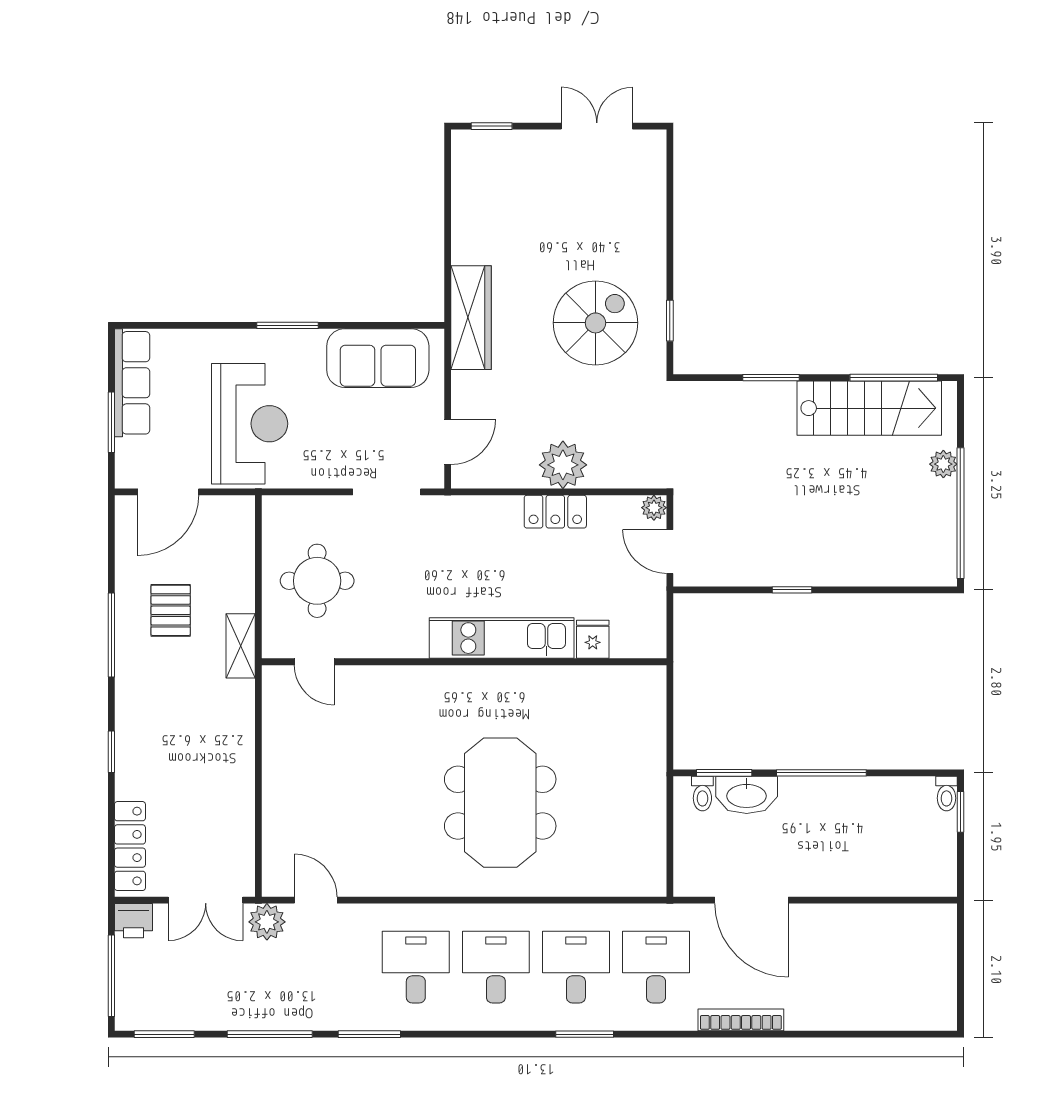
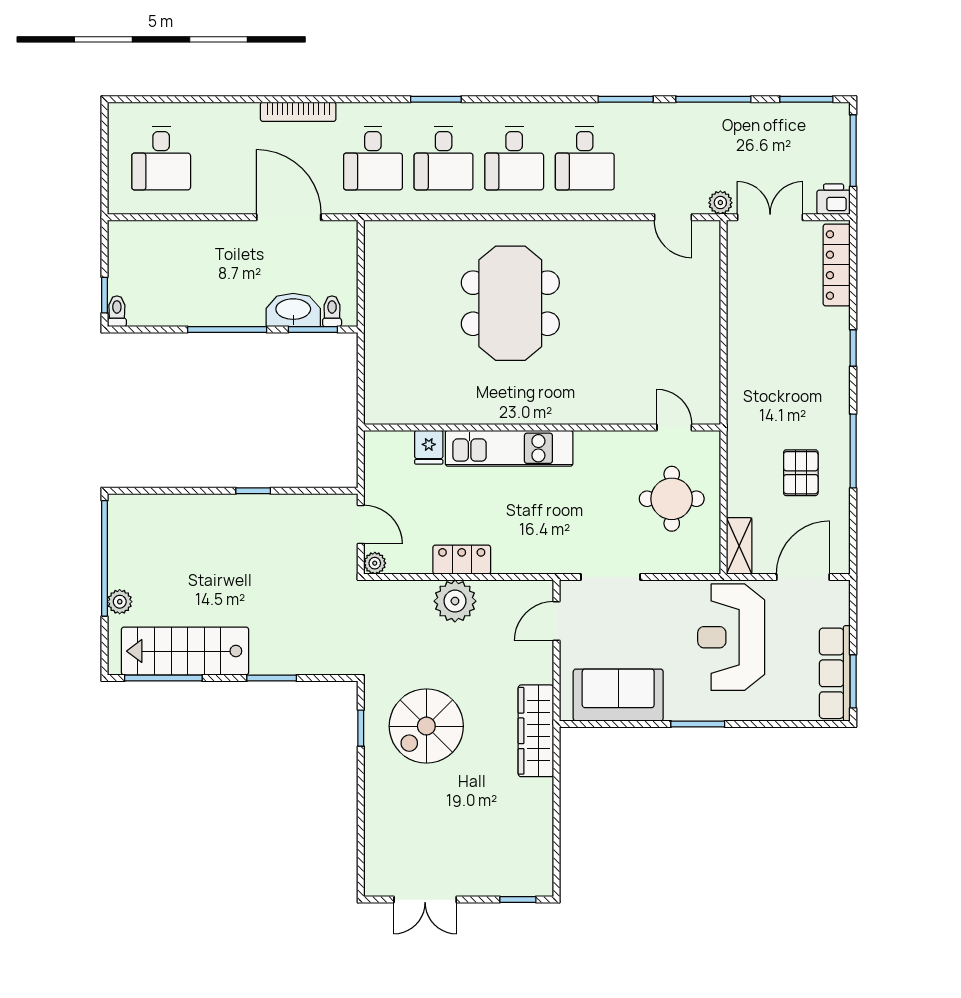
window: (111, 422) -> (853, 681), moved
shelving: (241, 646) -> (739, 546), moved
plant: (267, 922) -> (720, 203), width x0.73, depth x0.73
desk: (896, 967) -> (161, 158), added

